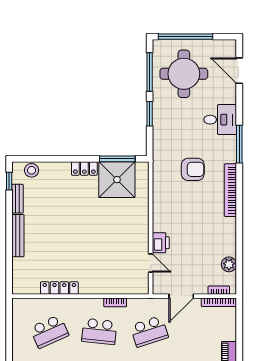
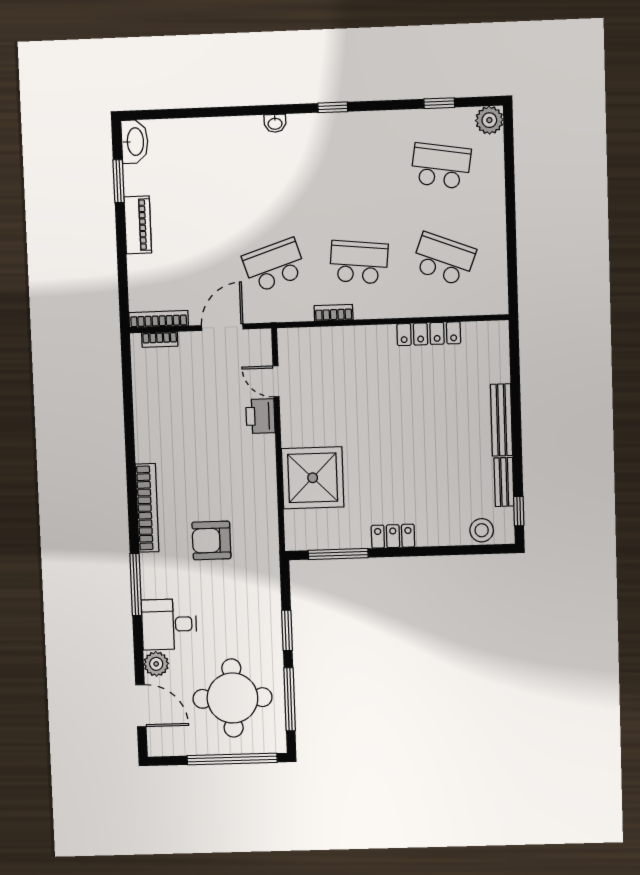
shower: (117, 180) -> (313, 478), moved
plant: (229, 264) -> (156, 664), moved
school desk: (49, 331) -> (444, 259), turned 45

